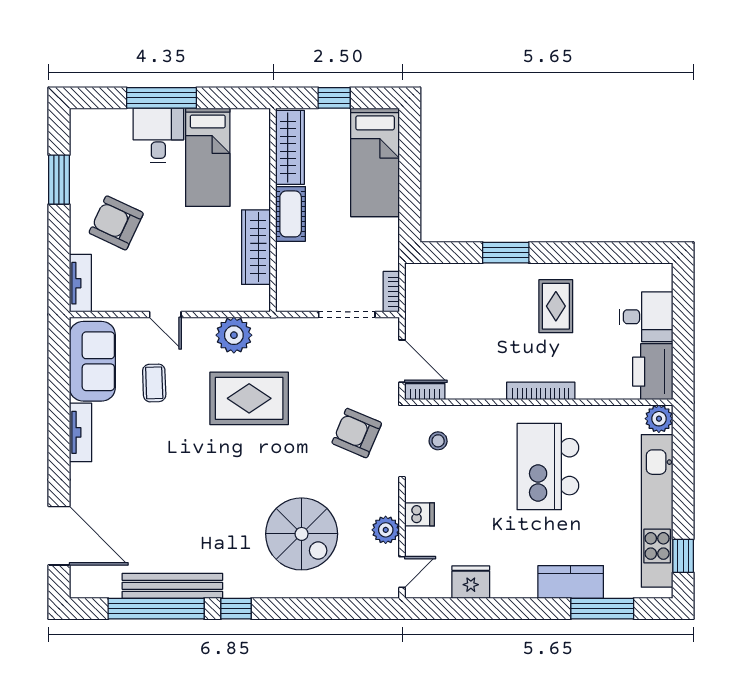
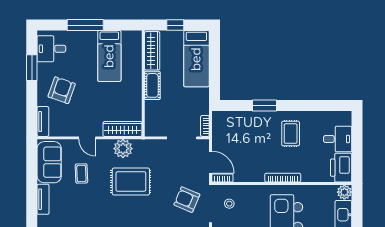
desk: (158, 135) -> (51, 49), moved, turned -90
armchair: (116, 223) -> (62, 90), turned 84
wardrobe: (256, 247) -> (123, 129), moved, turned 90

